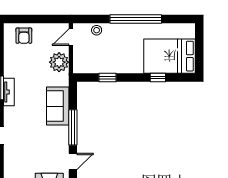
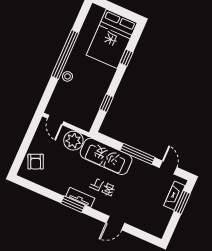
stool: (97, 30) -> (67, 76), moved
armchair: (24, 36) -> (36, 162), turned 66
sofa: (58, 106) -> (106, 156), width x1.36

